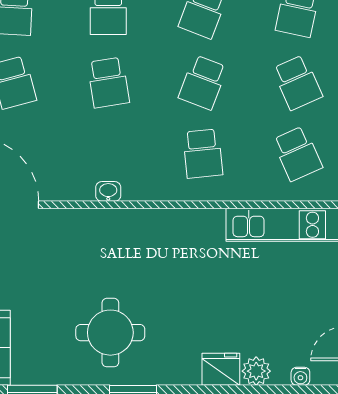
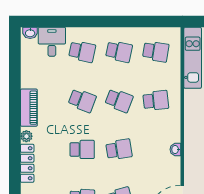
school desk: (297, 82) -> (119, 52), turned 36
school desk: (297, 154) -> (156, 52), turned 33

